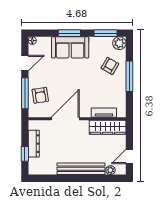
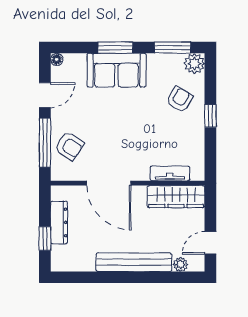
window: (129, 76) -> (210, 116), width x0.46
armchair: (40, 95) -> (69, 146), turned -48
door: (65, 119) -> (109, 183), swing flipped

